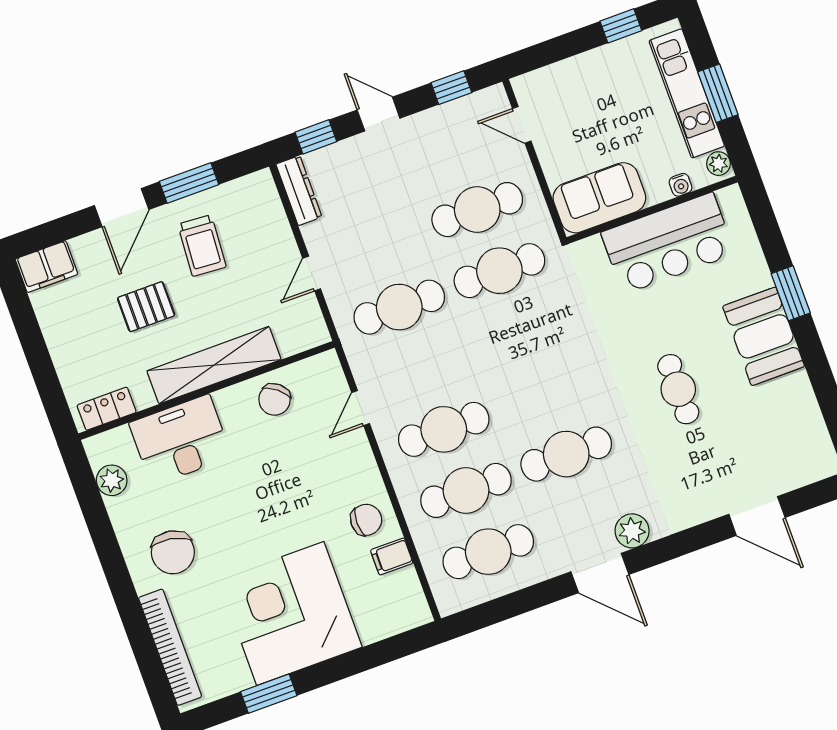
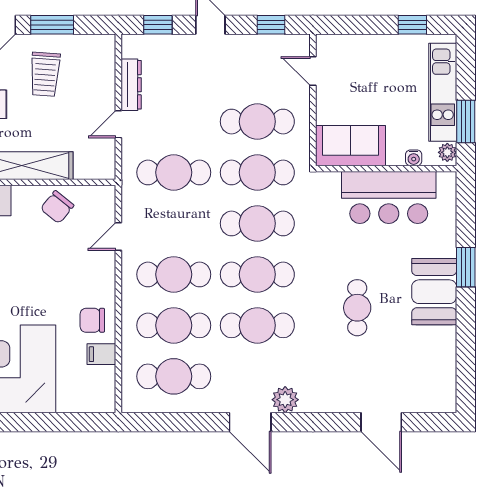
window: (718, 93) -> (466, 121), moved
dresser: (299, 191) -> (131, 85), moved
cafe table: (522, 332) -> (257, 223), added
cafe table: (544, 393) -> (257, 274), added
chair: (366, 520) -> (92, 320), turned 180

